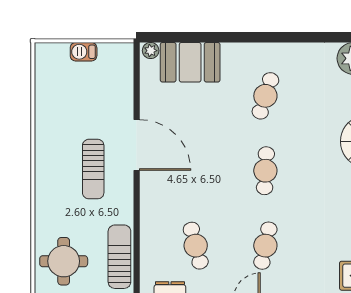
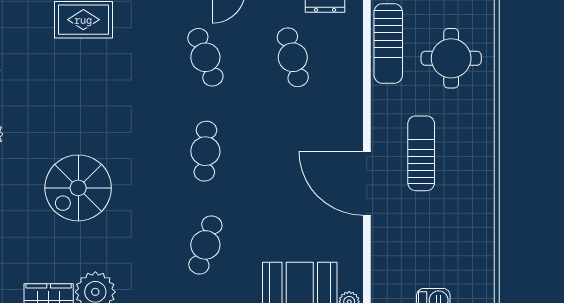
cafe table: (265, 246) -> (205, 57), turned -33
round table: (64, 261) -> (451, 58), moved

